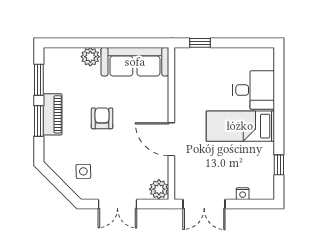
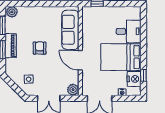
plant: (90, 57) -> (12, 12), moved
sofa: (135, 62) -> (70, 30), moved, turned 90
bed: (240, 126) -> (121, 57), width x1.50
nightstand: (263, 171) -> (134, 79), added

